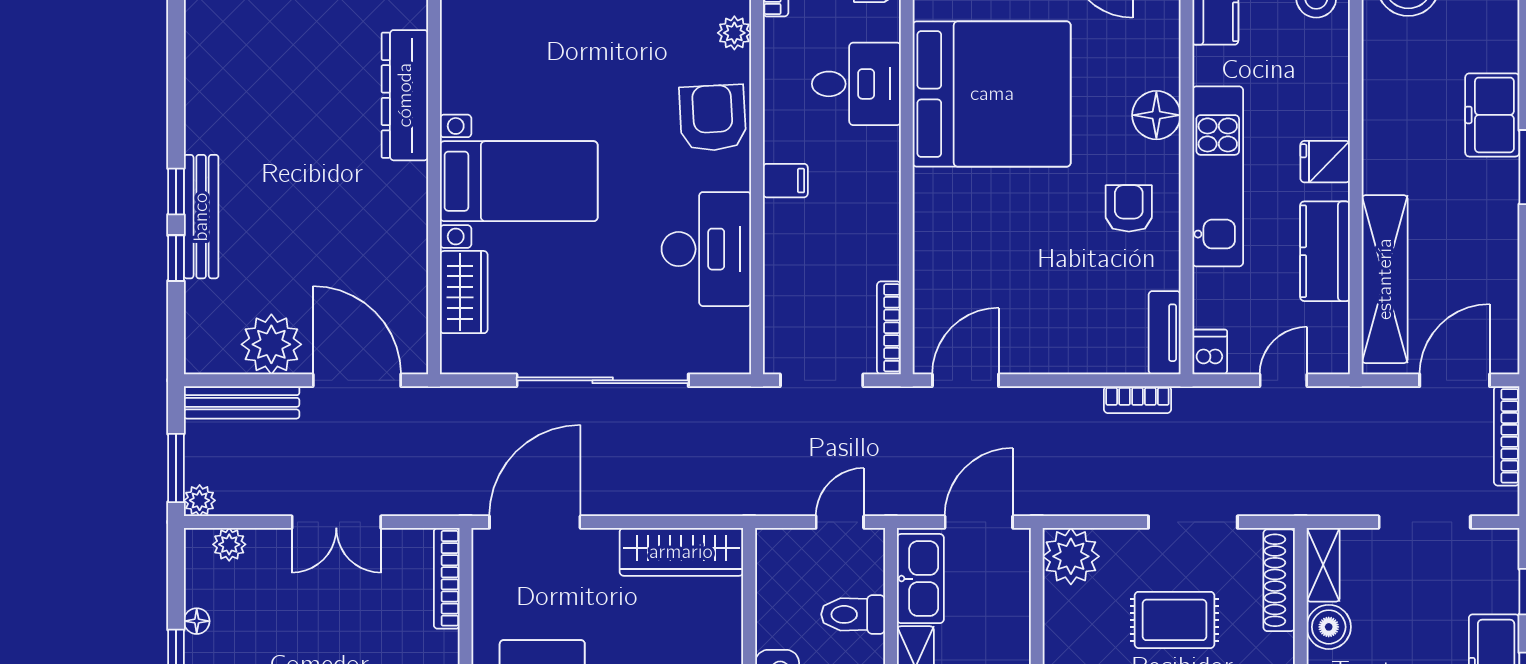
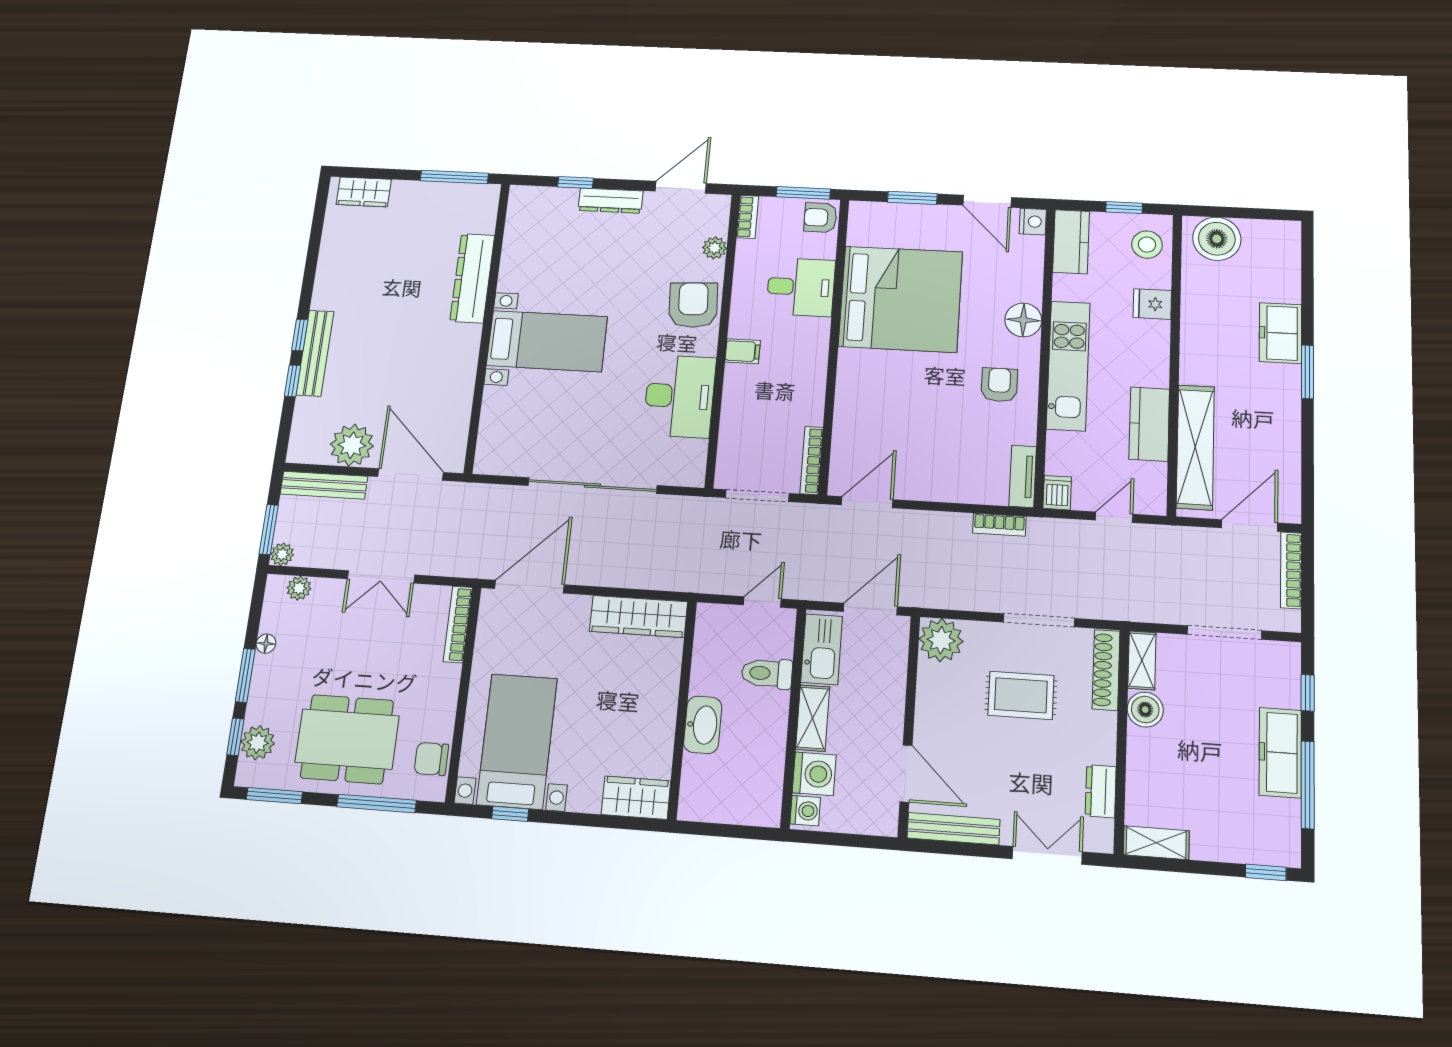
fridge: (1325, 162) -> (1152, 304), moved
wardrobe: (464, 292) -> (497, 416), removed

